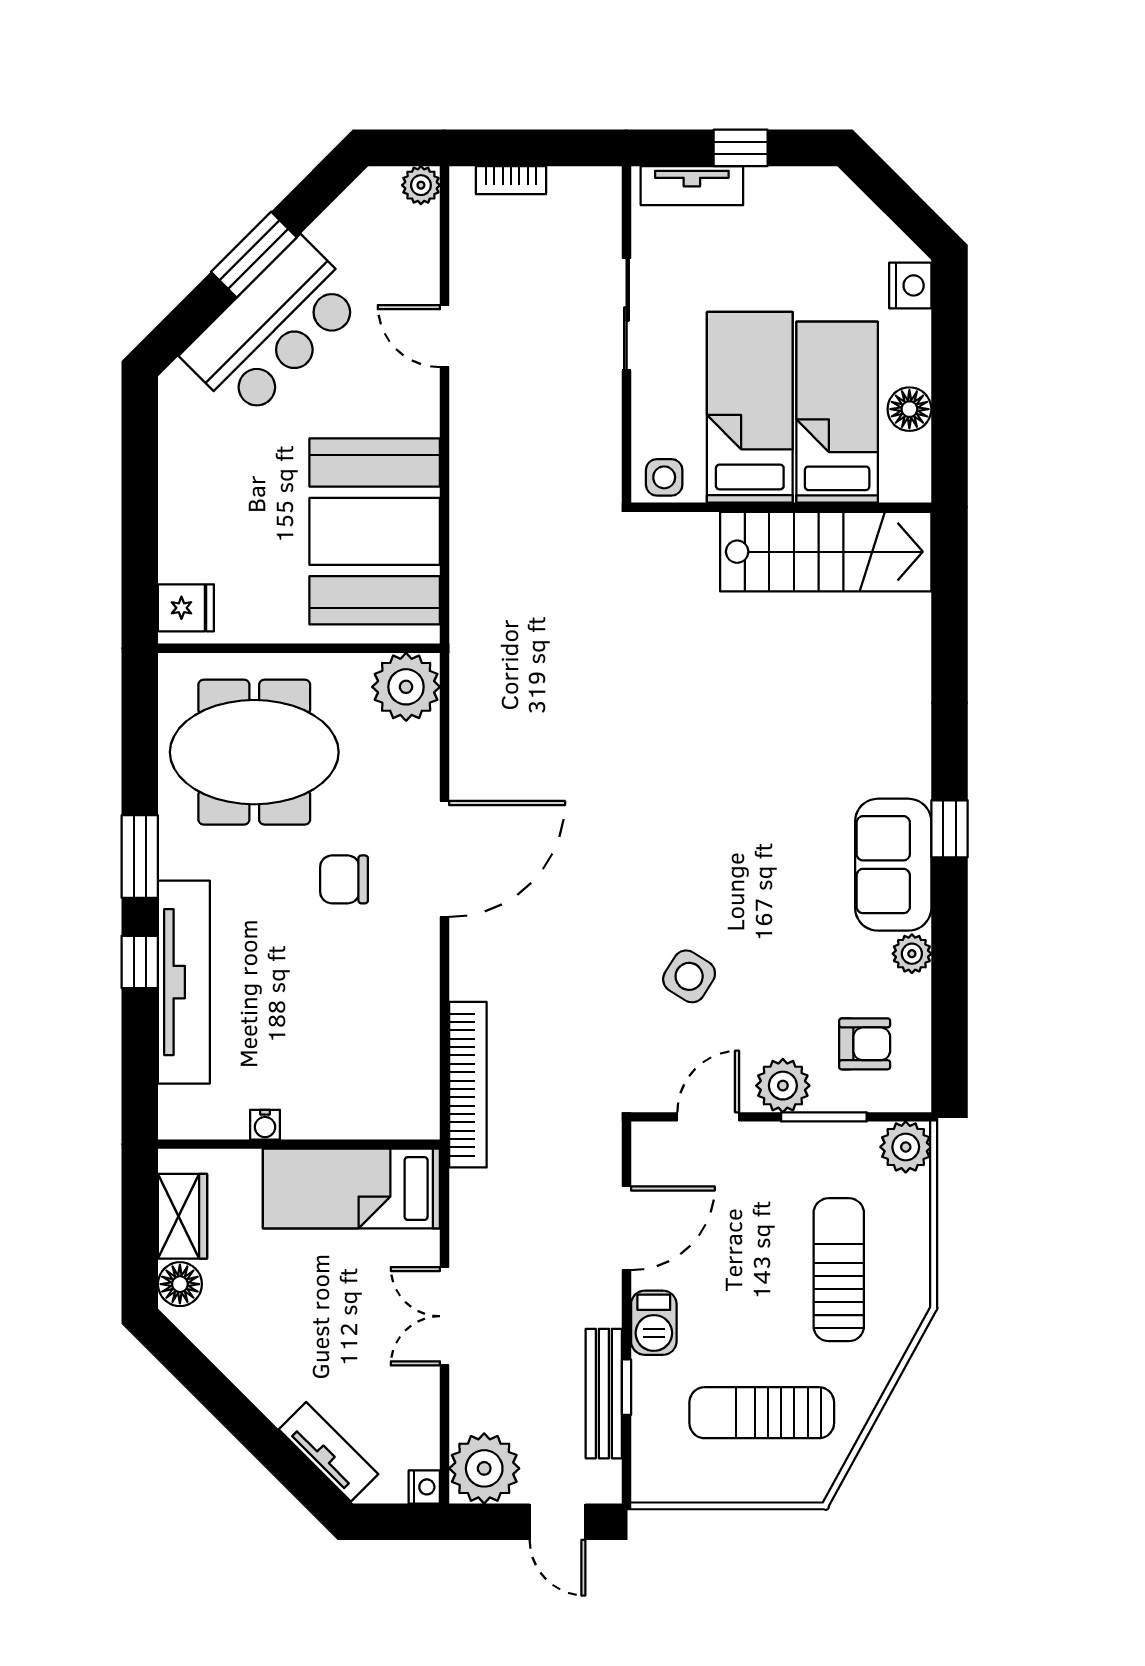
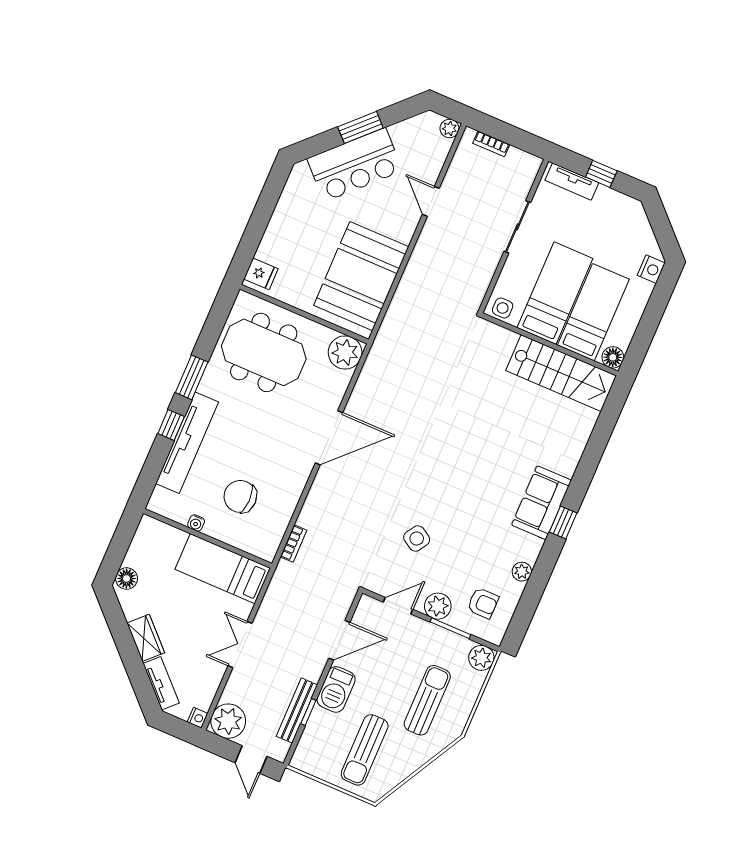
floor lamp: (909, 409) -> (613, 357), moved
sofa: (893, 865) -> (541, 503), moved
chair: (344, 879) -> (240, 496), moved, width x1.37, depth x1.37
bookcase: (468, 1085) -> (294, 544), width x0.43, depth x0.76
wardrobe: (183, 1216) -> (146, 638), moved, turned -45
barbecue: (654, 1323) -> (336, 689), width x1.38, depth x1.27
sun lounger: (762, 1413) -> (365, 750), turned -90

